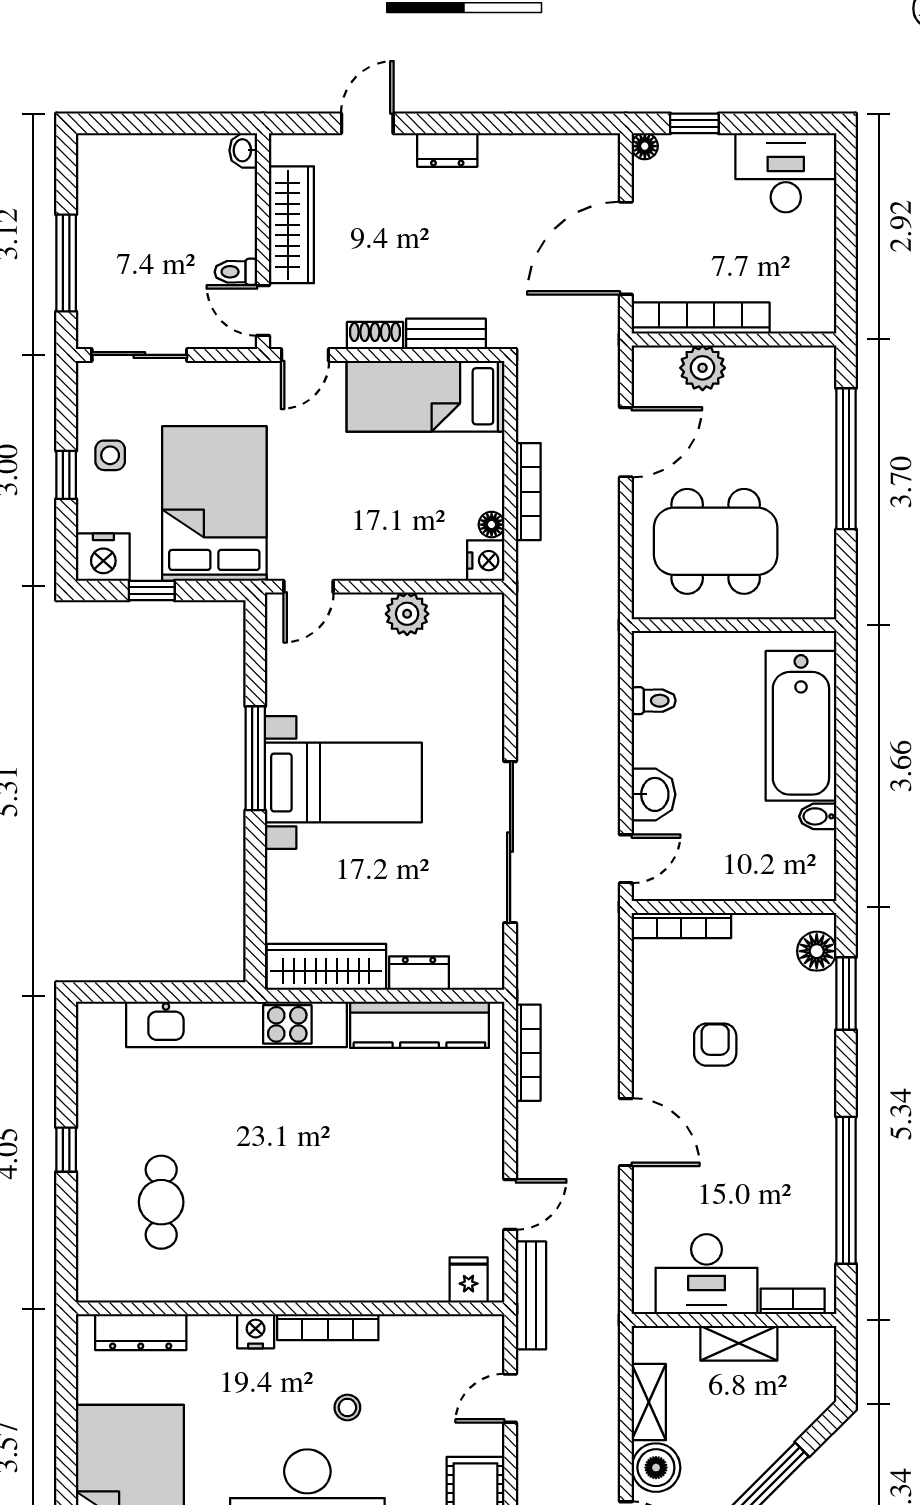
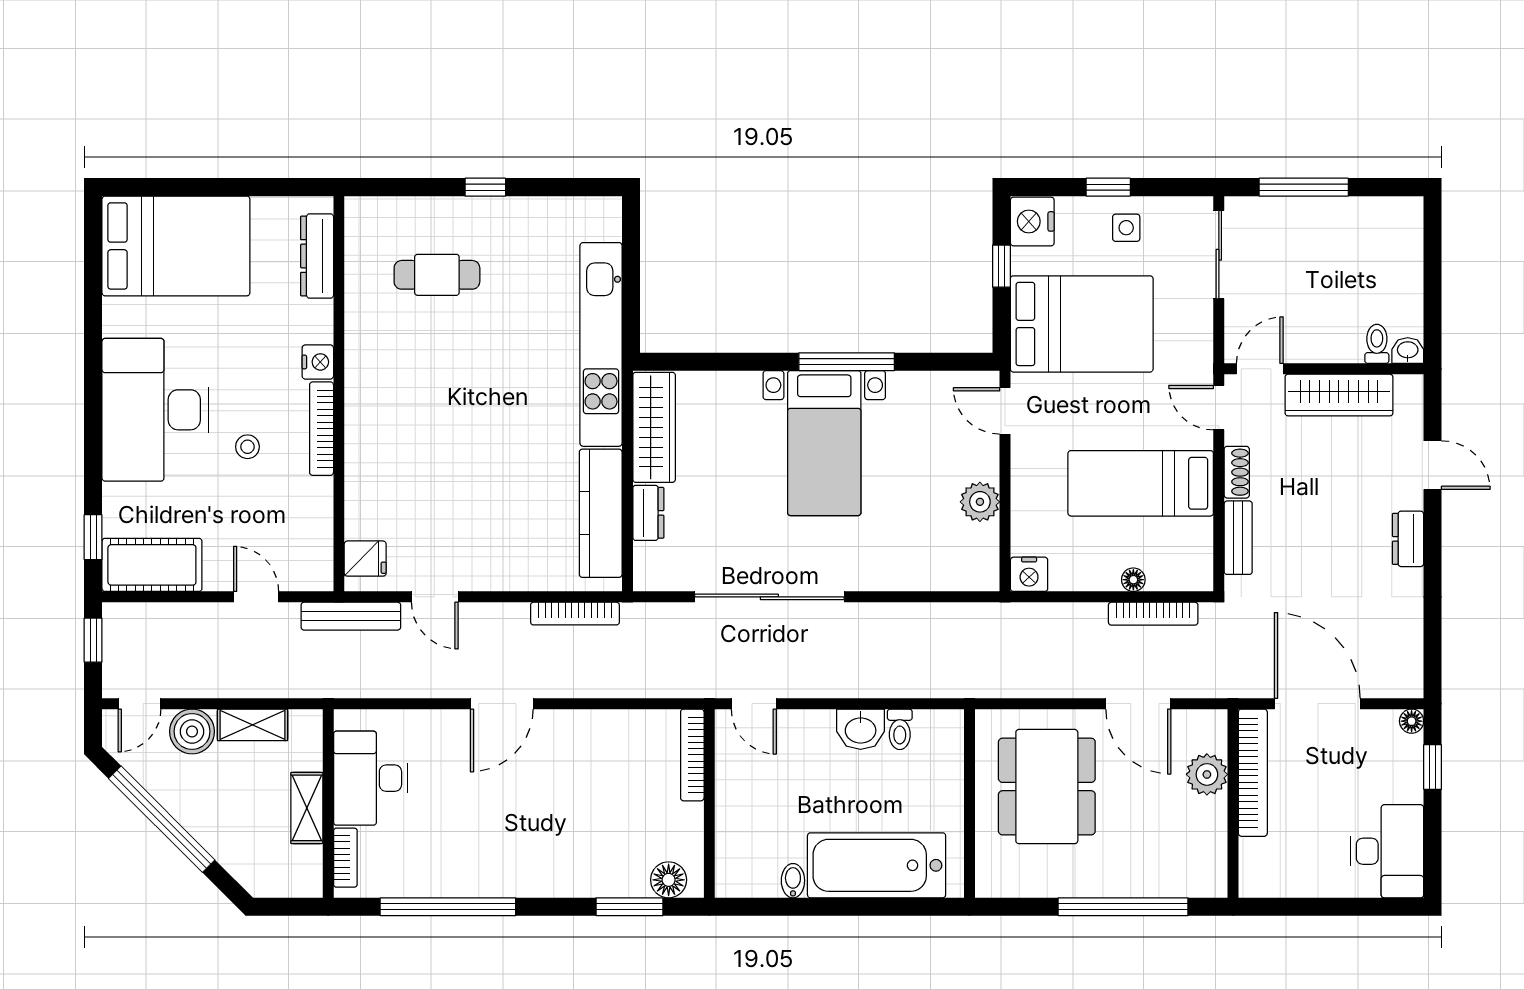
toilet: (236, 272) -> (1377, 344), moved
bed: (425, 396) -> (1141, 483), moved, turned -90
bookcase: (528, 492) -> (1153, 614), moved
floor lamp: (492, 525) -> (1133, 580), moved
washbasin: (654, 794) -> (861, 729), moved
armchair: (715, 1045) -> (582, 786), removed

